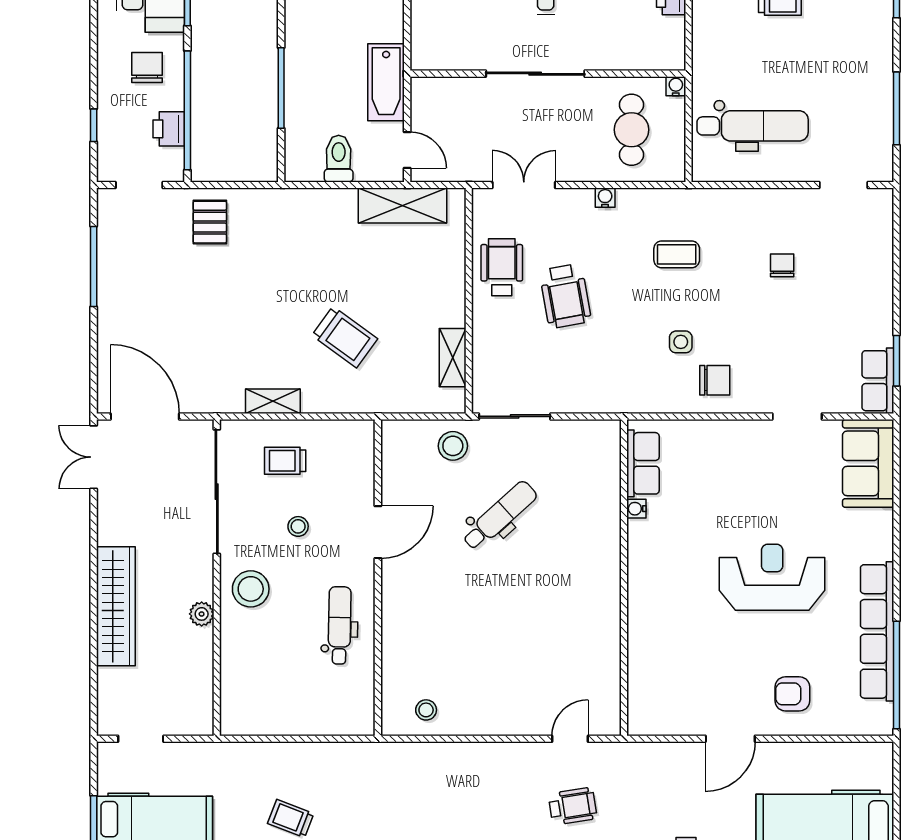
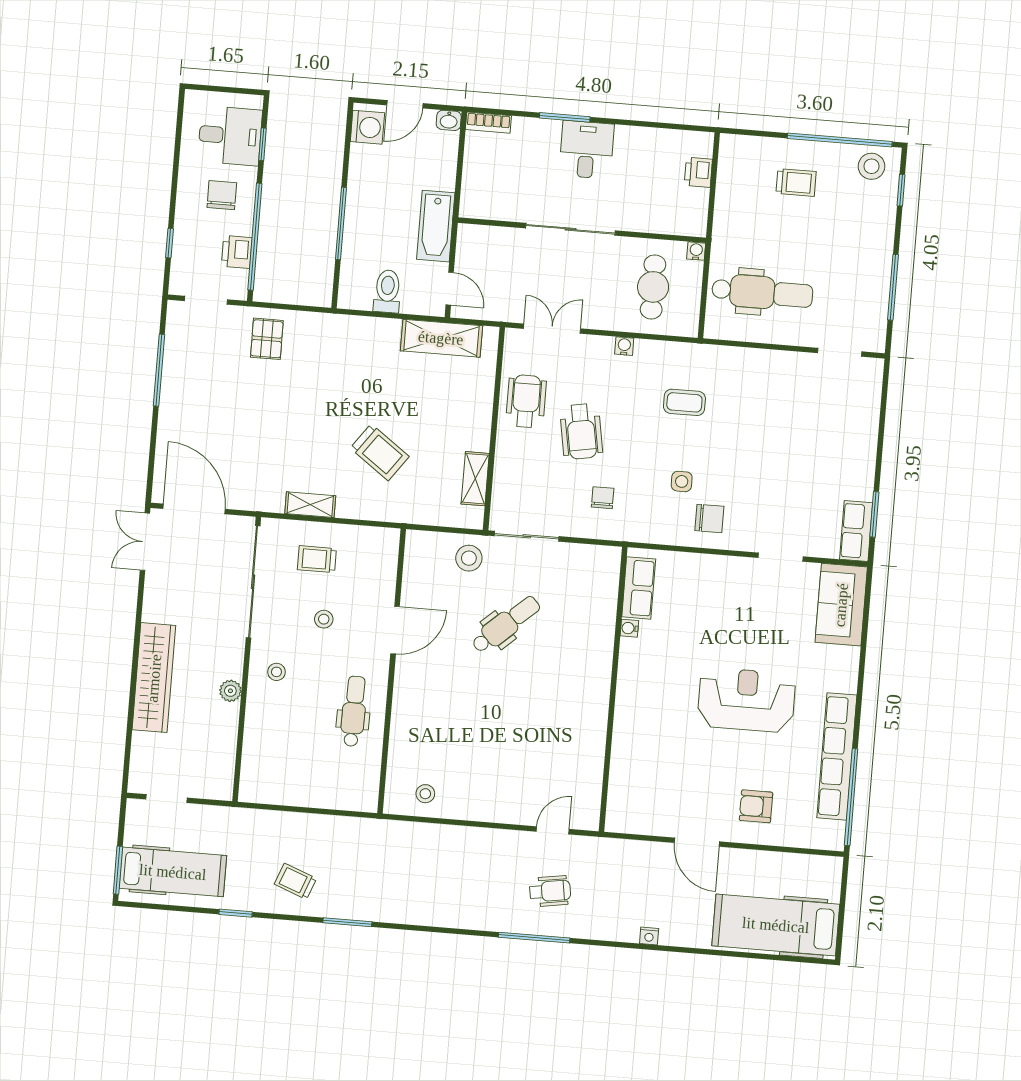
chair: (782, 265) -> (603, 498), moved
stool: (251, 589) -> (276, 672), width x0.53, depth x0.53
door: (730, 739) -> (697, 842), hinge flipped

